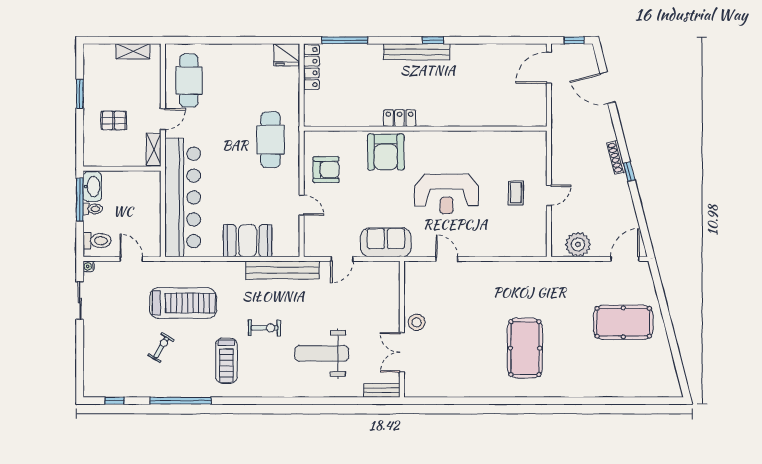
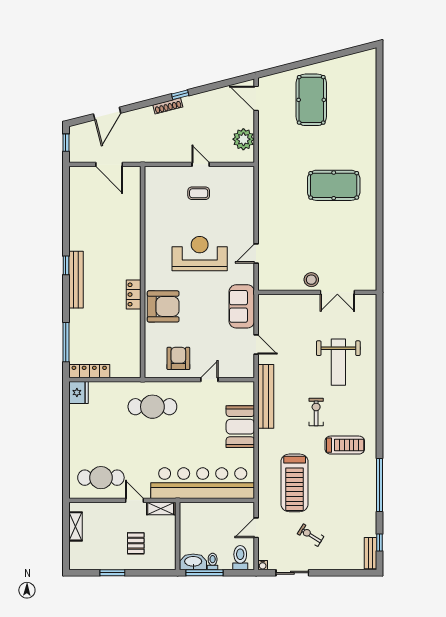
door: (549, 68) -> (109, 164), moved
reception desk: (446, 194) -> (200, 254), turned -90
treadmill: (183, 303) -> (295, 483), turned 180
exercise bike: (161, 347) -> (311, 535), moved
bench: (382, 390) -> (371, 553), moved

